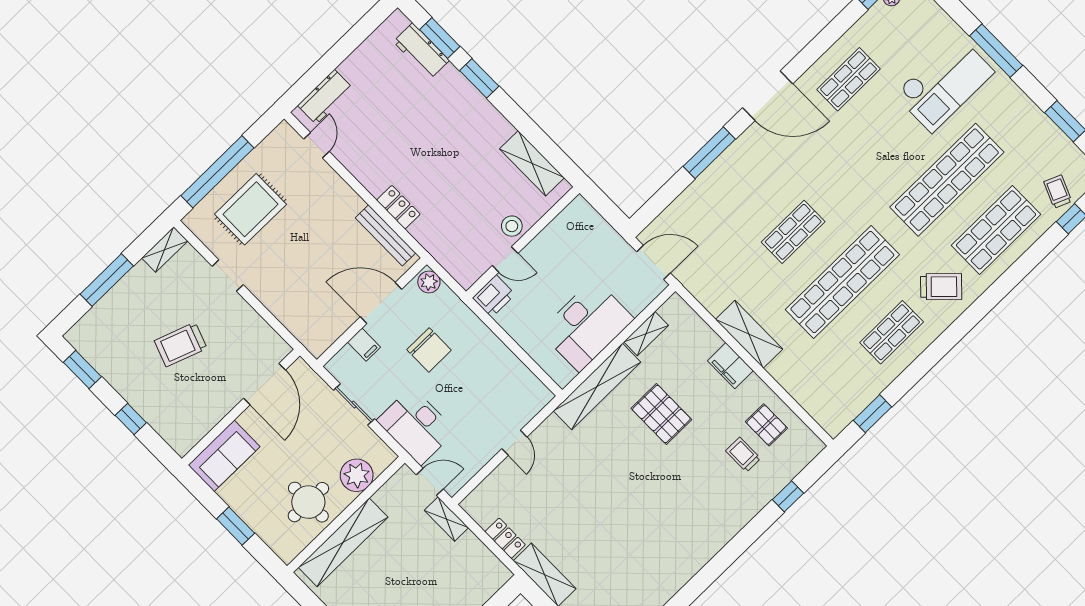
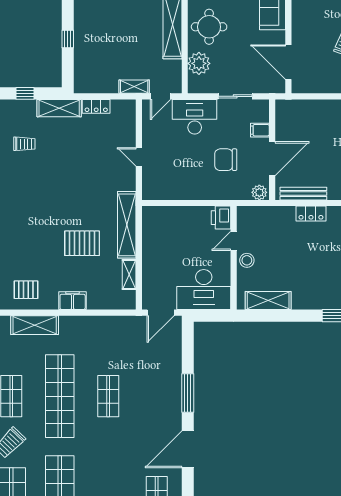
desk: (587, 325) -> (204, 290), moved, turned -90
shelving: (749, 334) -> (35, 325), moved
trolley: (743, 455) -> (24, 144), moved

